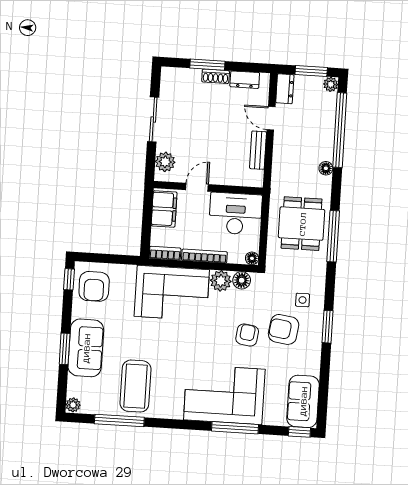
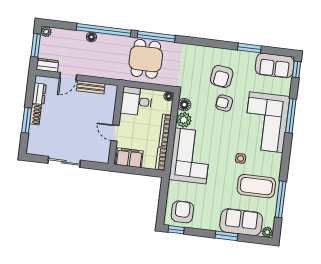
window: (340, 130) -> (104, 30), moved
plant: (165, 162) -> (95, 155), removed
floor lamp: (326, 168) -> (91, 37), moved
desk: (235, 214) -> (136, 101), width x0.73
dining table: (302, 224) -> (146, 59), turned 90
armchair: (94, 286) -> (182, 212), turned -90
side table: (303, 300) -> (241, 158), moved
window: (327, 327) -> (249, 48), moved
sofa: (86, 348) -> (241, 222), moved

